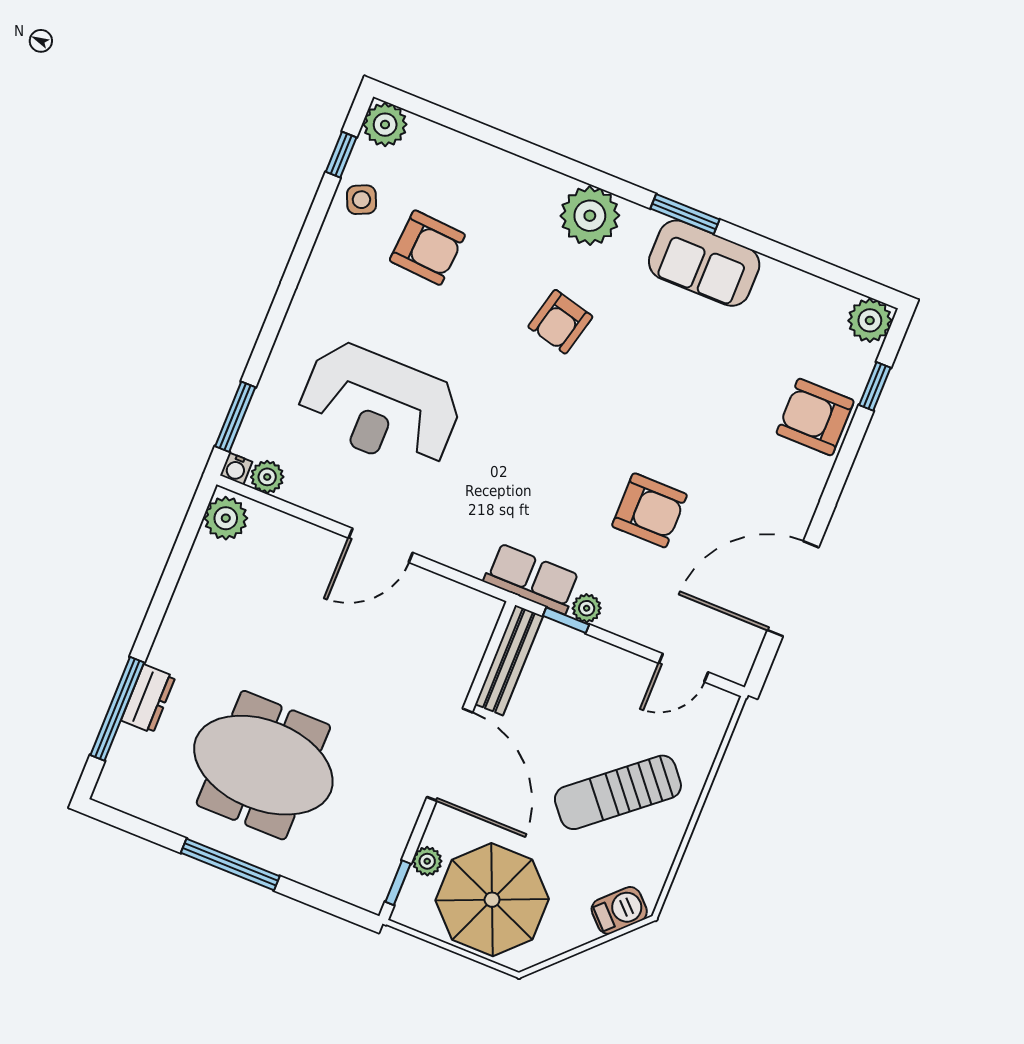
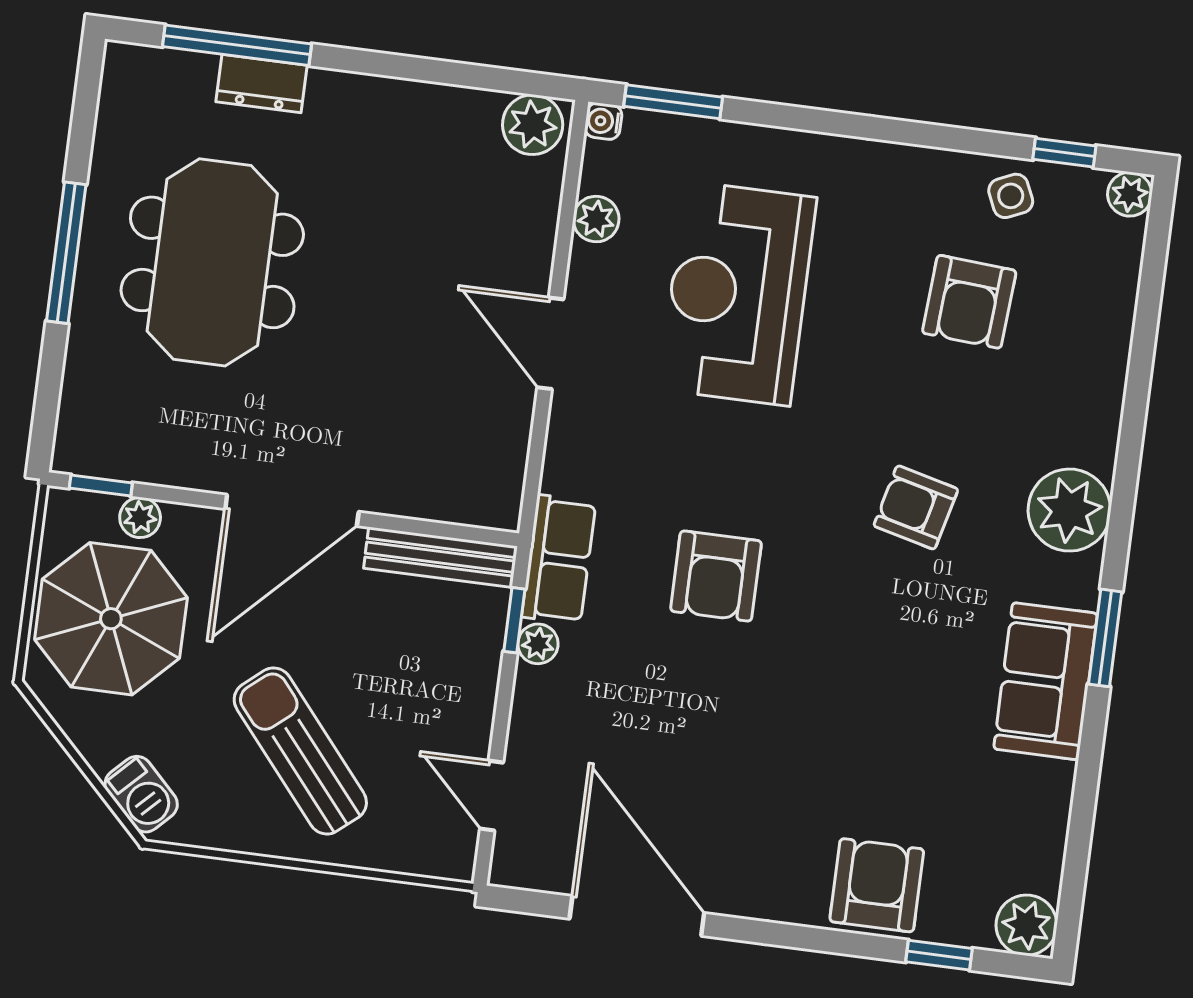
plant: (385, 125) -> (1130, 194), width x0.73, depth x0.73
plant: (267, 477) -> (596, 219), moved
armchair: (649, 510) -> (716, 576), moved

